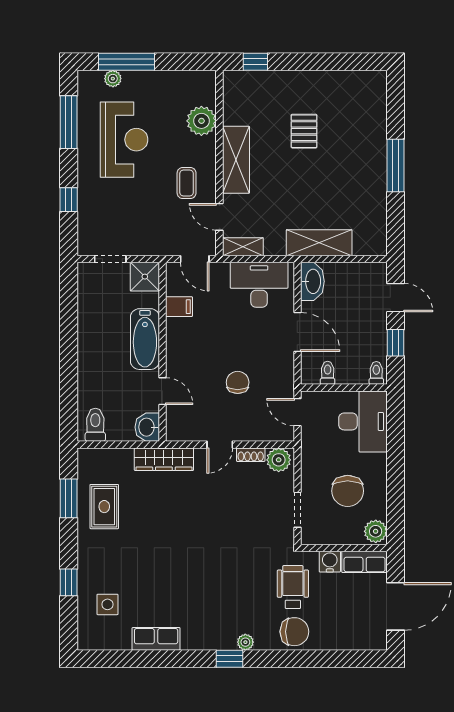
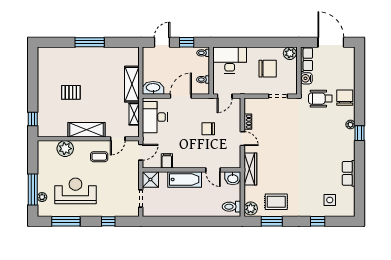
shelving: (243, 247) -> (134, 114), moved
door: (162, 391) -> (213, 170), swing flipped
plant: (279, 460) -> (251, 208), moved

